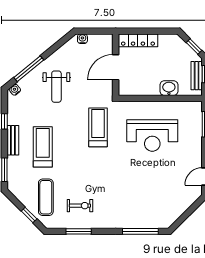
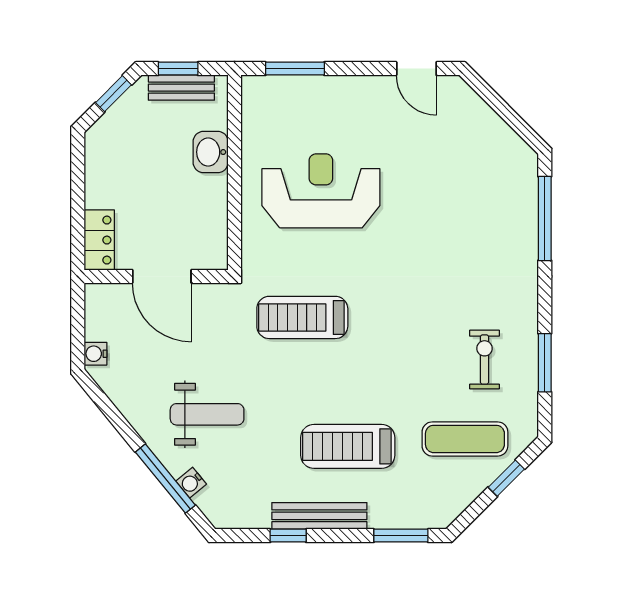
locker: (138, 40) -> (99, 240), width x0.66
water cooler: (15, 90) -> (191, 483), moved
reception desk: (152, 135) -> (321, 191), turned -90
bench: (13, 140) -> (319, 516), width x1.36

